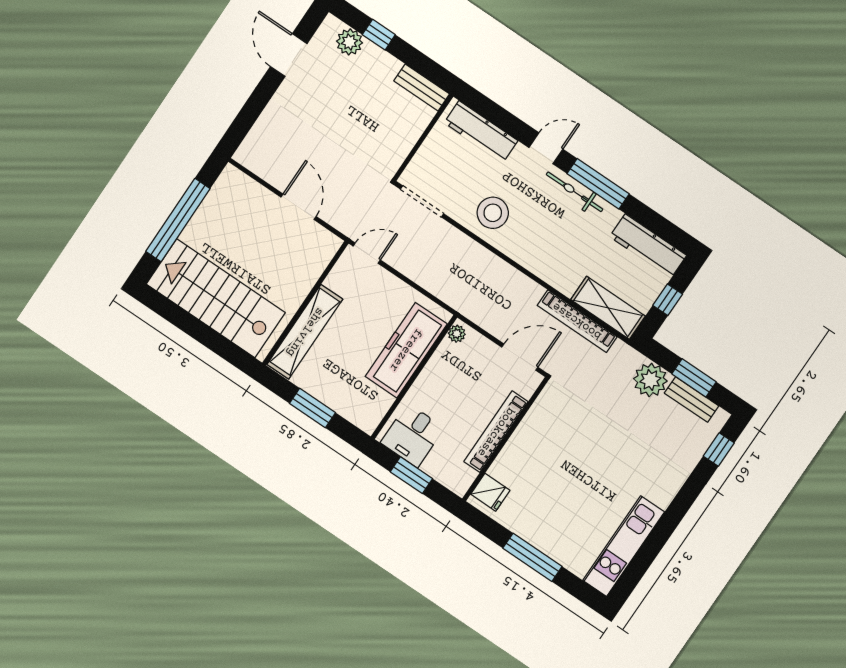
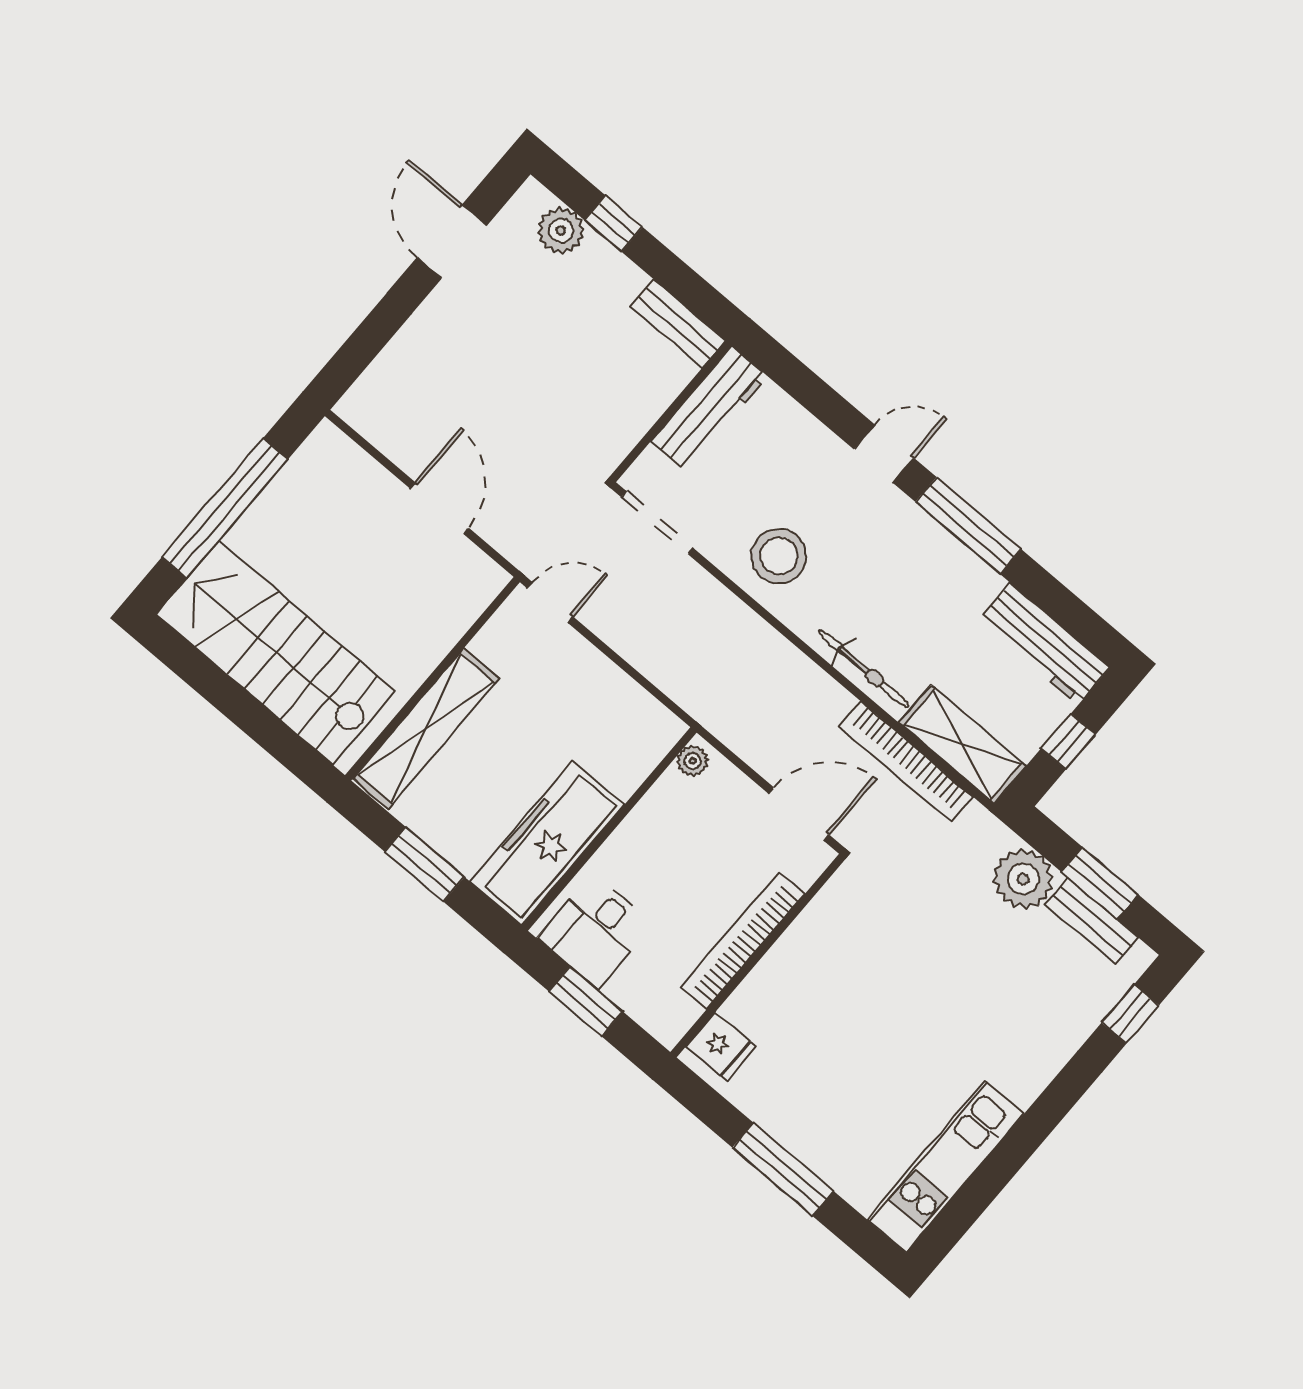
workbench: (481, 132) -> (709, 409), moved, turned -90
bicycle: (575, 192) -> (864, 669), moved, turned 180
freezer: (406, 350) -> (547, 843), moved

